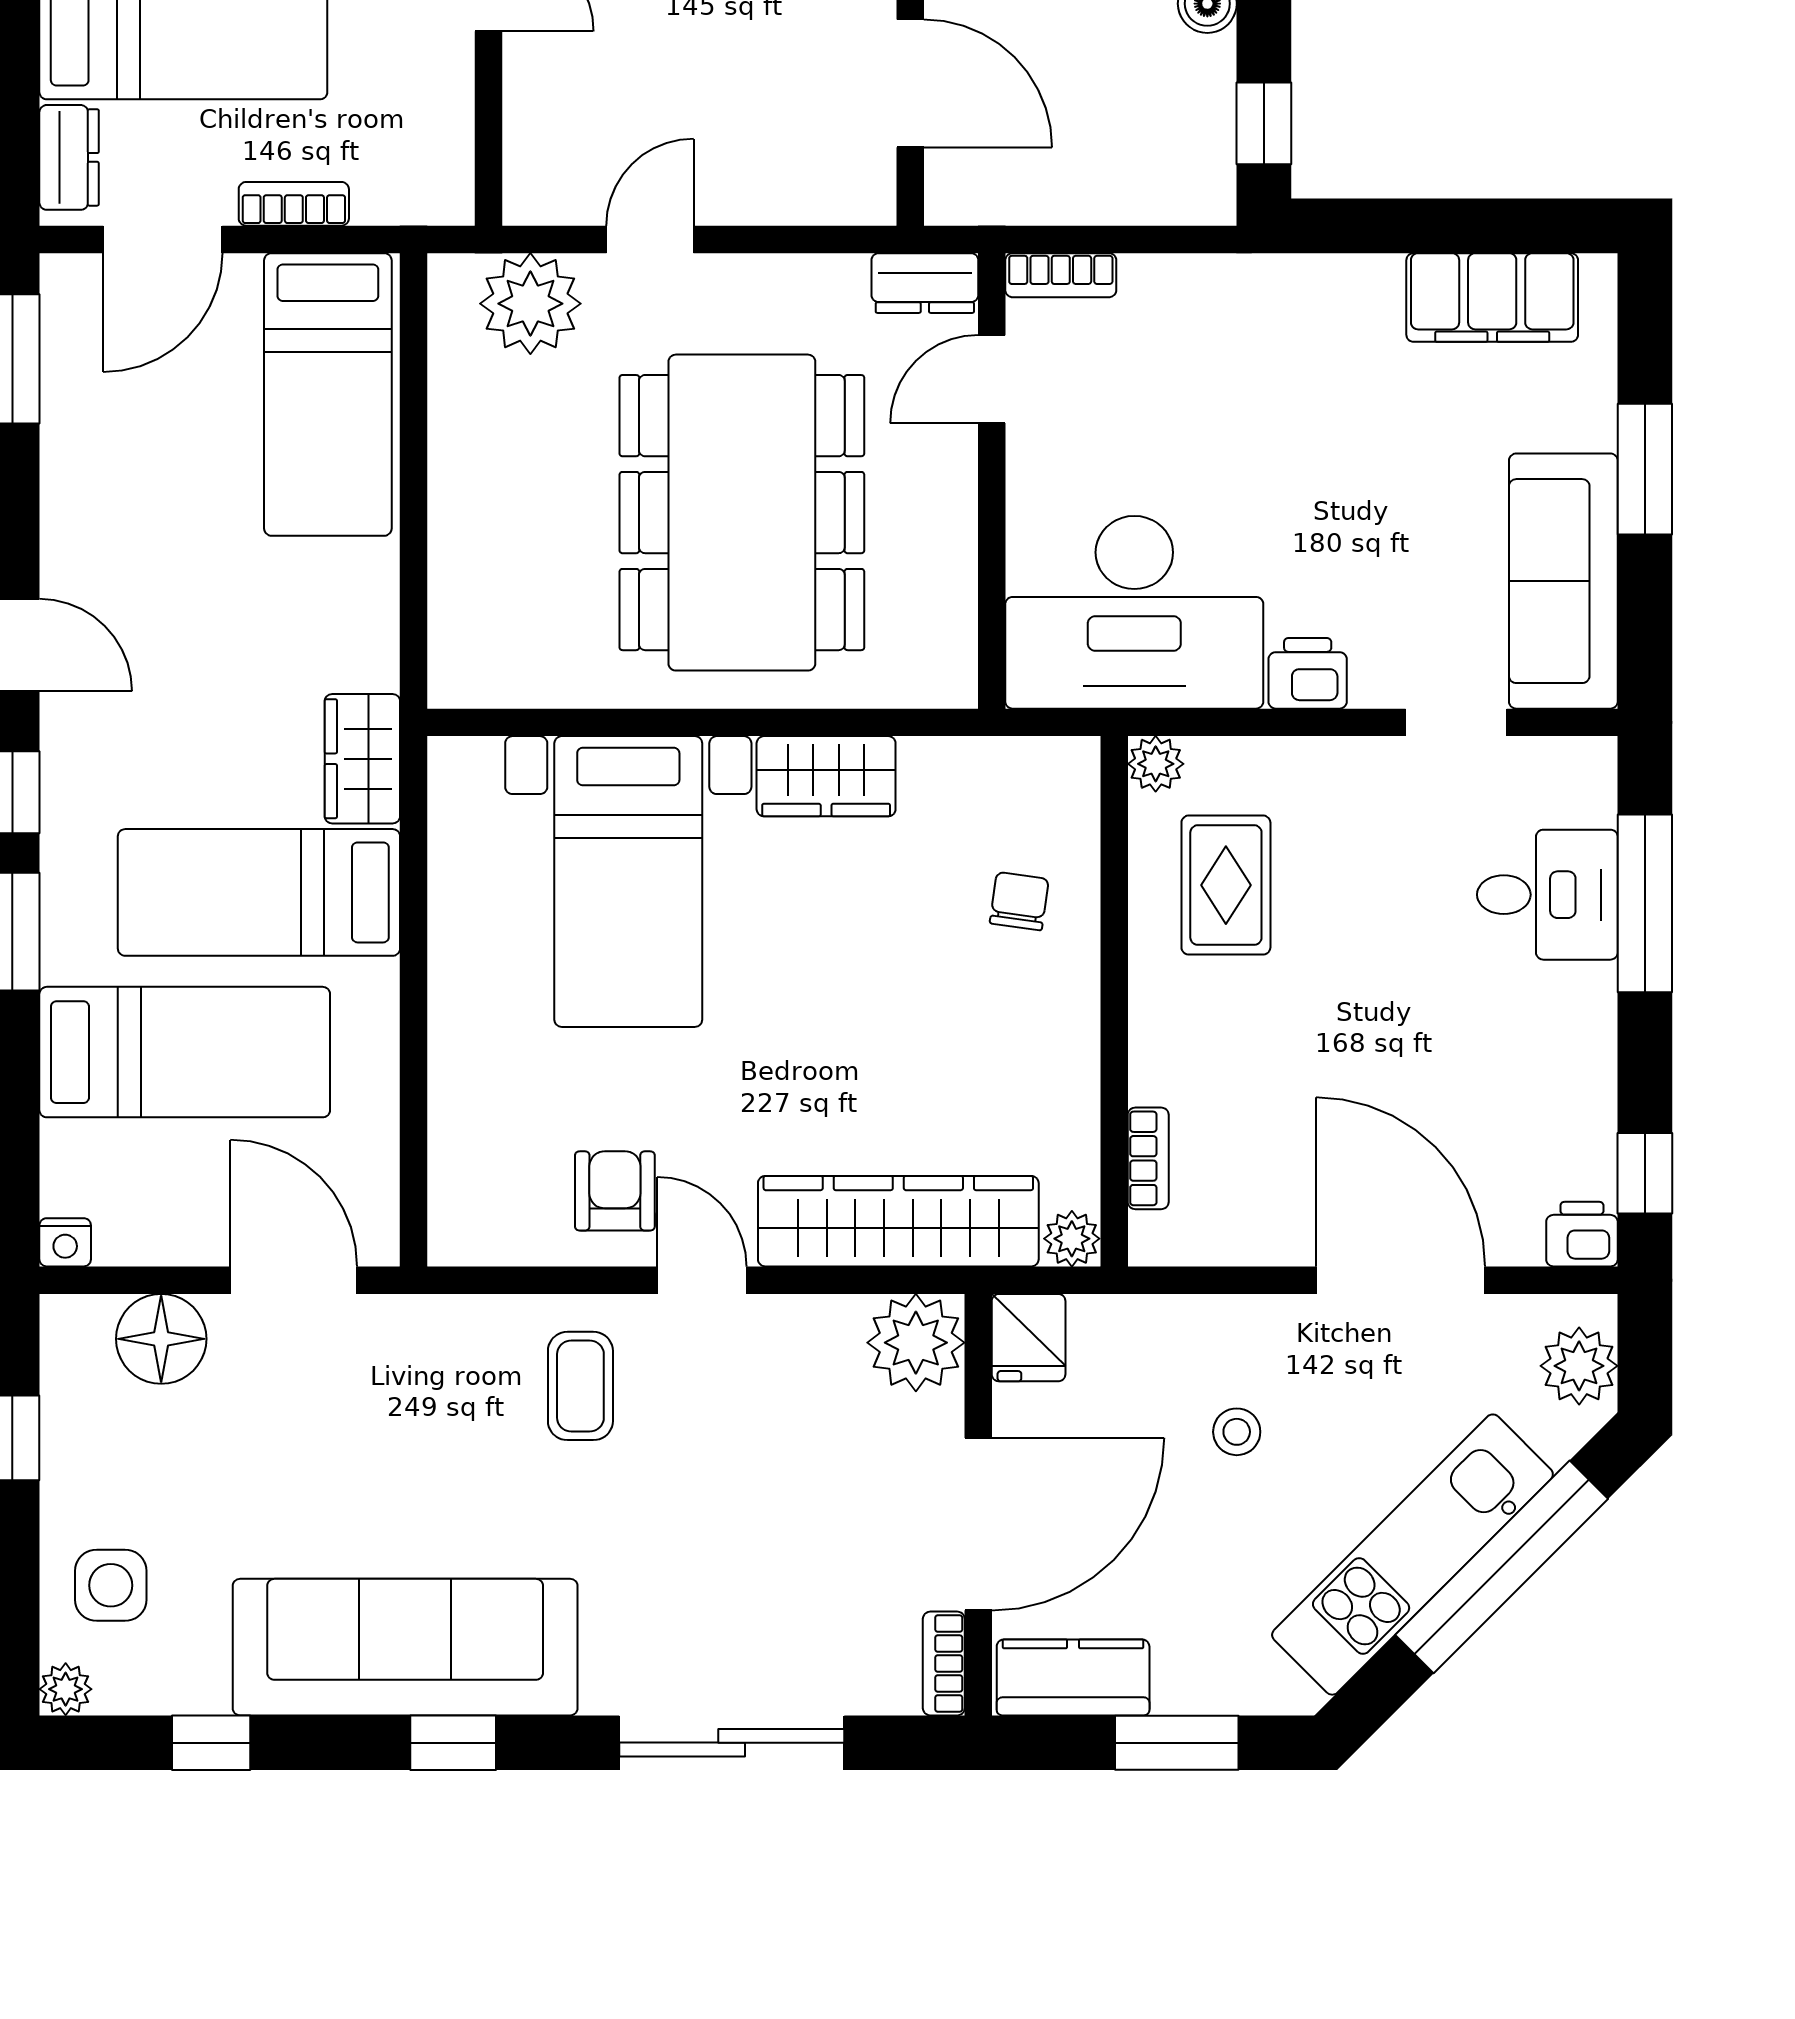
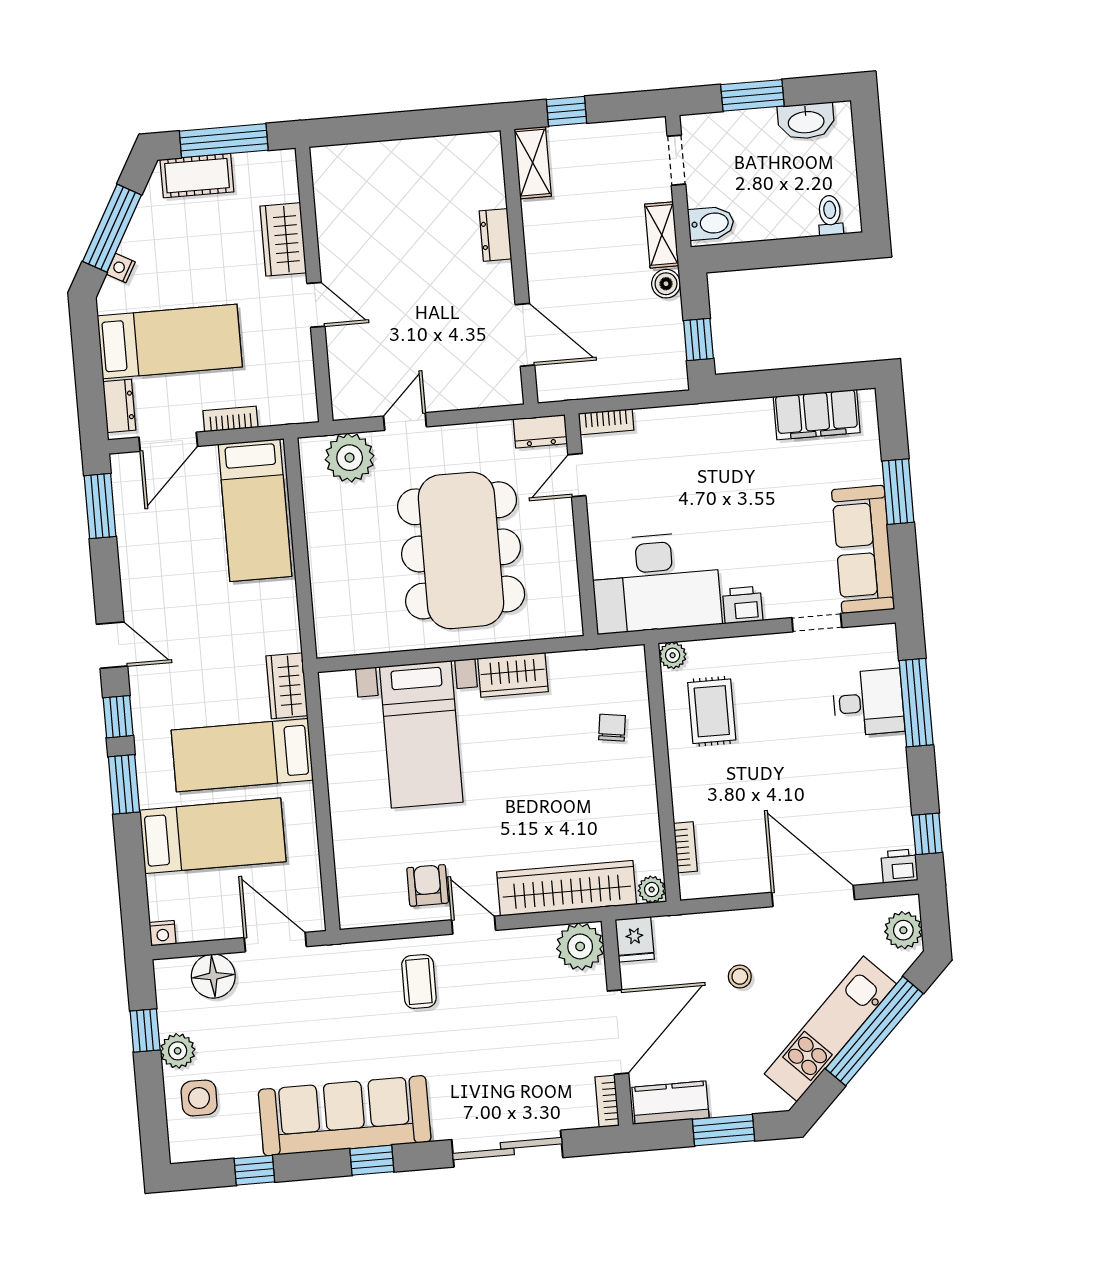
plant: (66, 1689) -> (178, 1051), moved, width x1.38, depth x1.38

